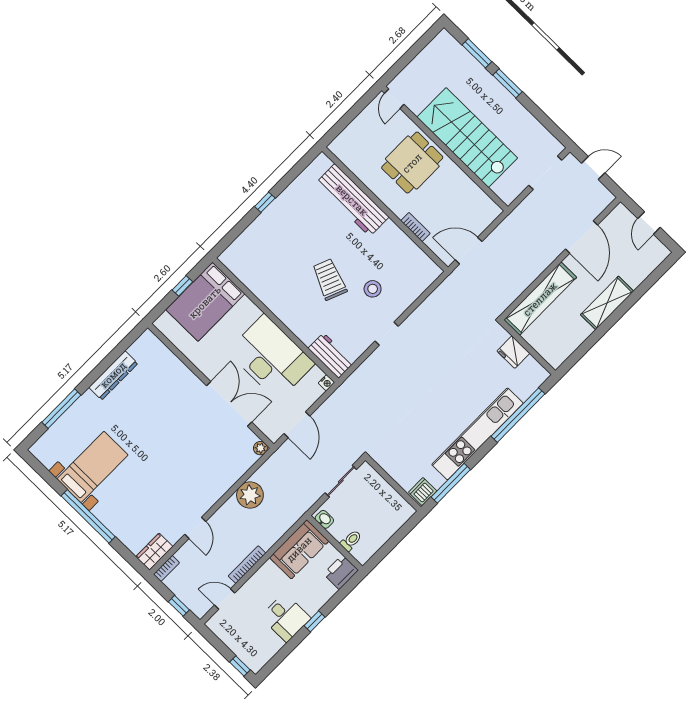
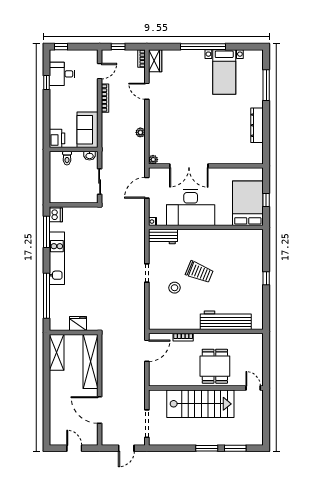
shelving: (607, 303) -> (57, 352), moved
door: (297, 425) -> (147, 188), hinge flipped
kitchen unit: (477, 434) -> (57, 258), width x0.73
plant: (250, 495) -> (140, 132), width x0.53, depth x0.53
desk: (286, 617) -> (62, 74), moved
window: (315, 621) -> (46, 82), moved

